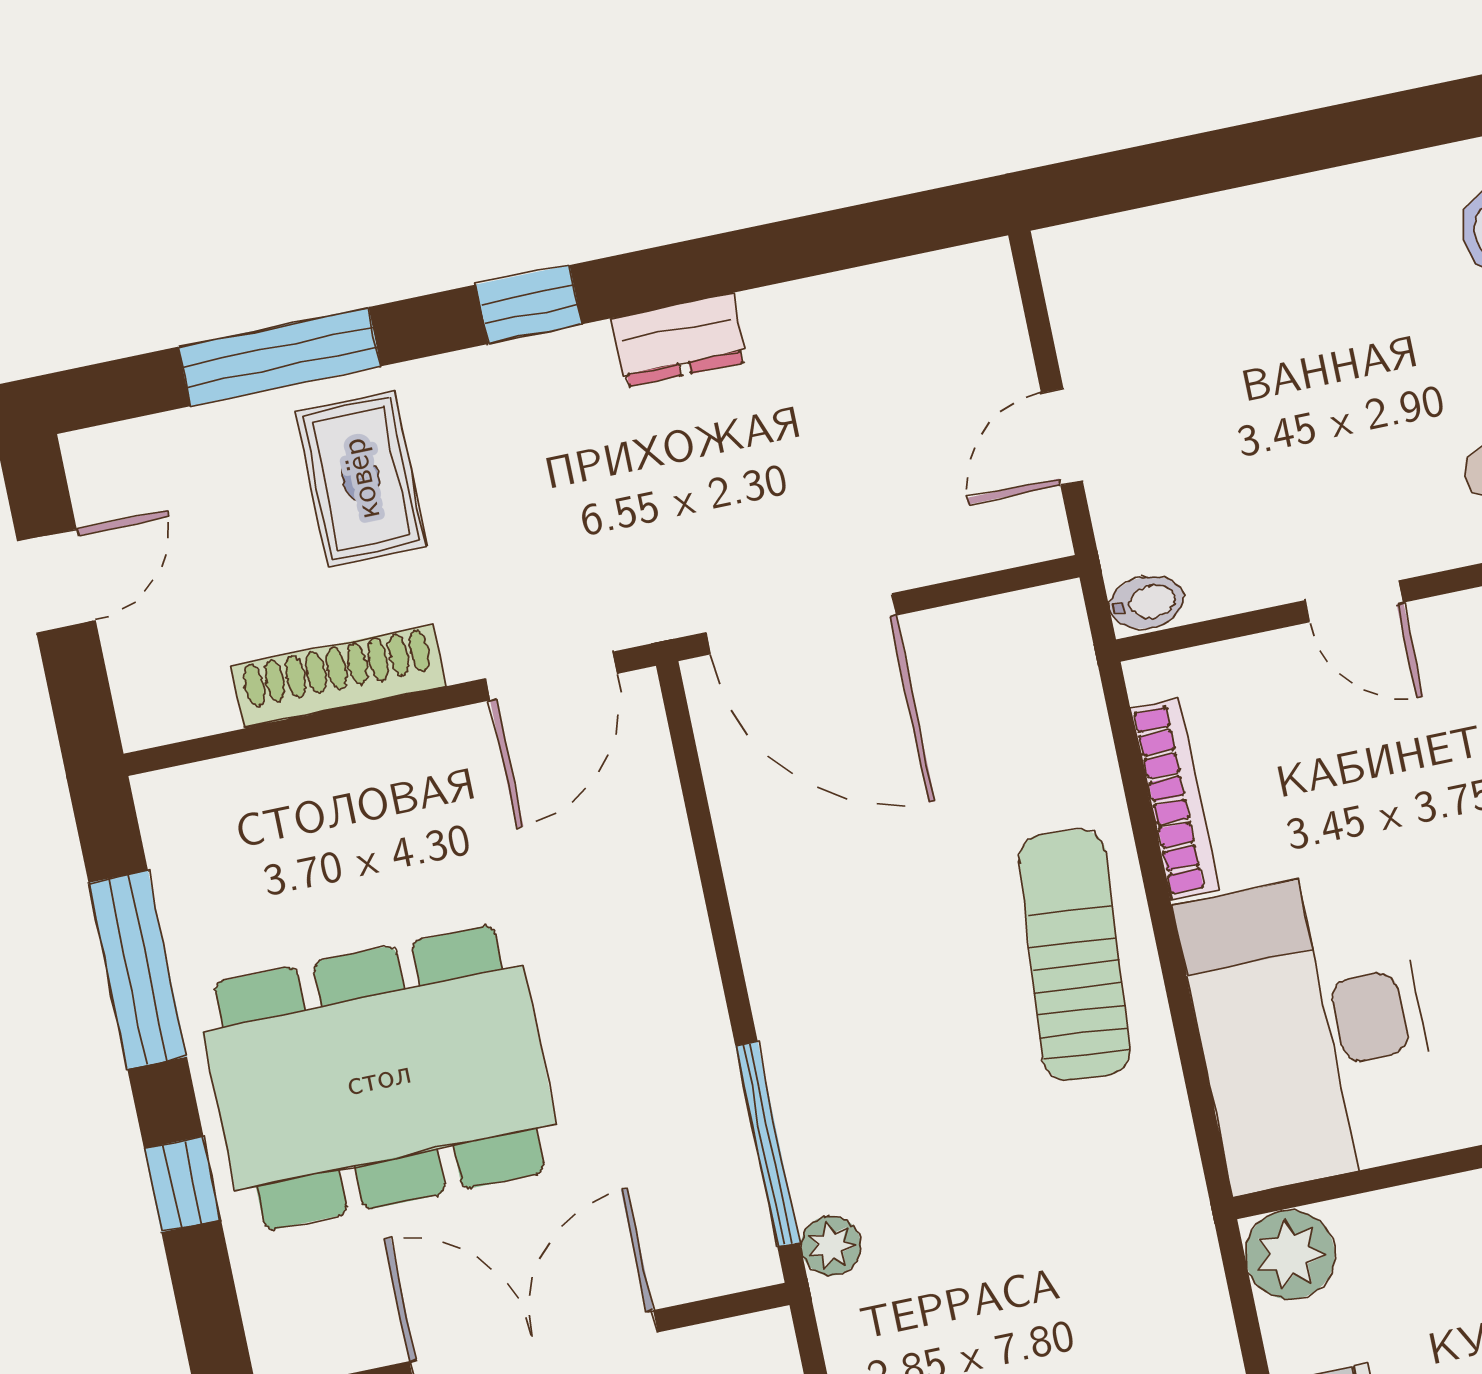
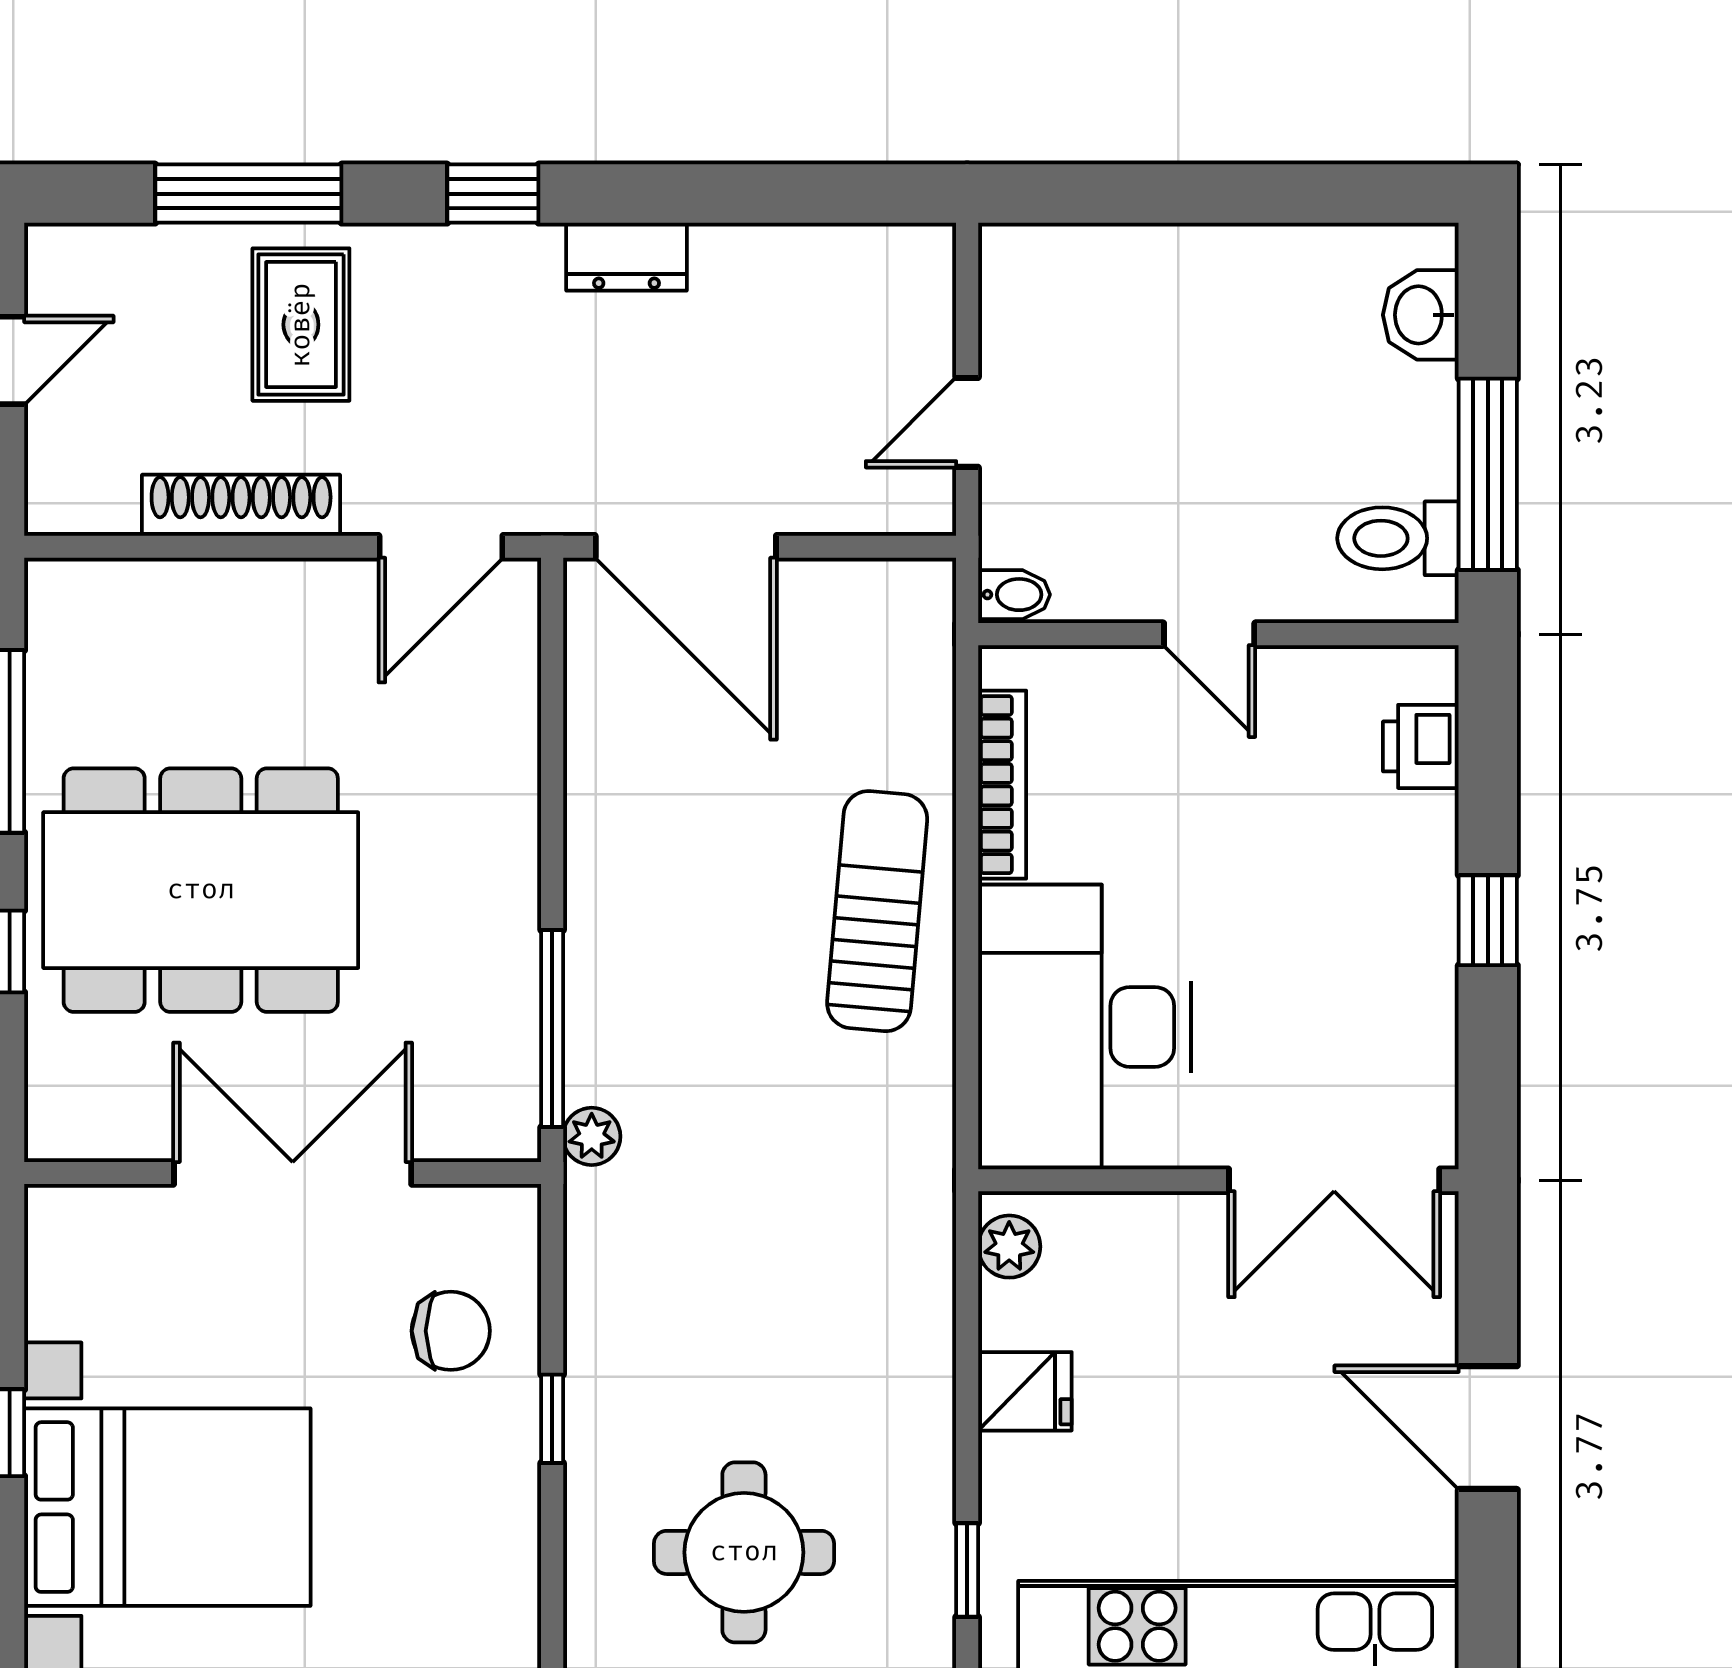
plant: (1290, 1255) -> (1009, 1247), width x0.73, depth x0.73

